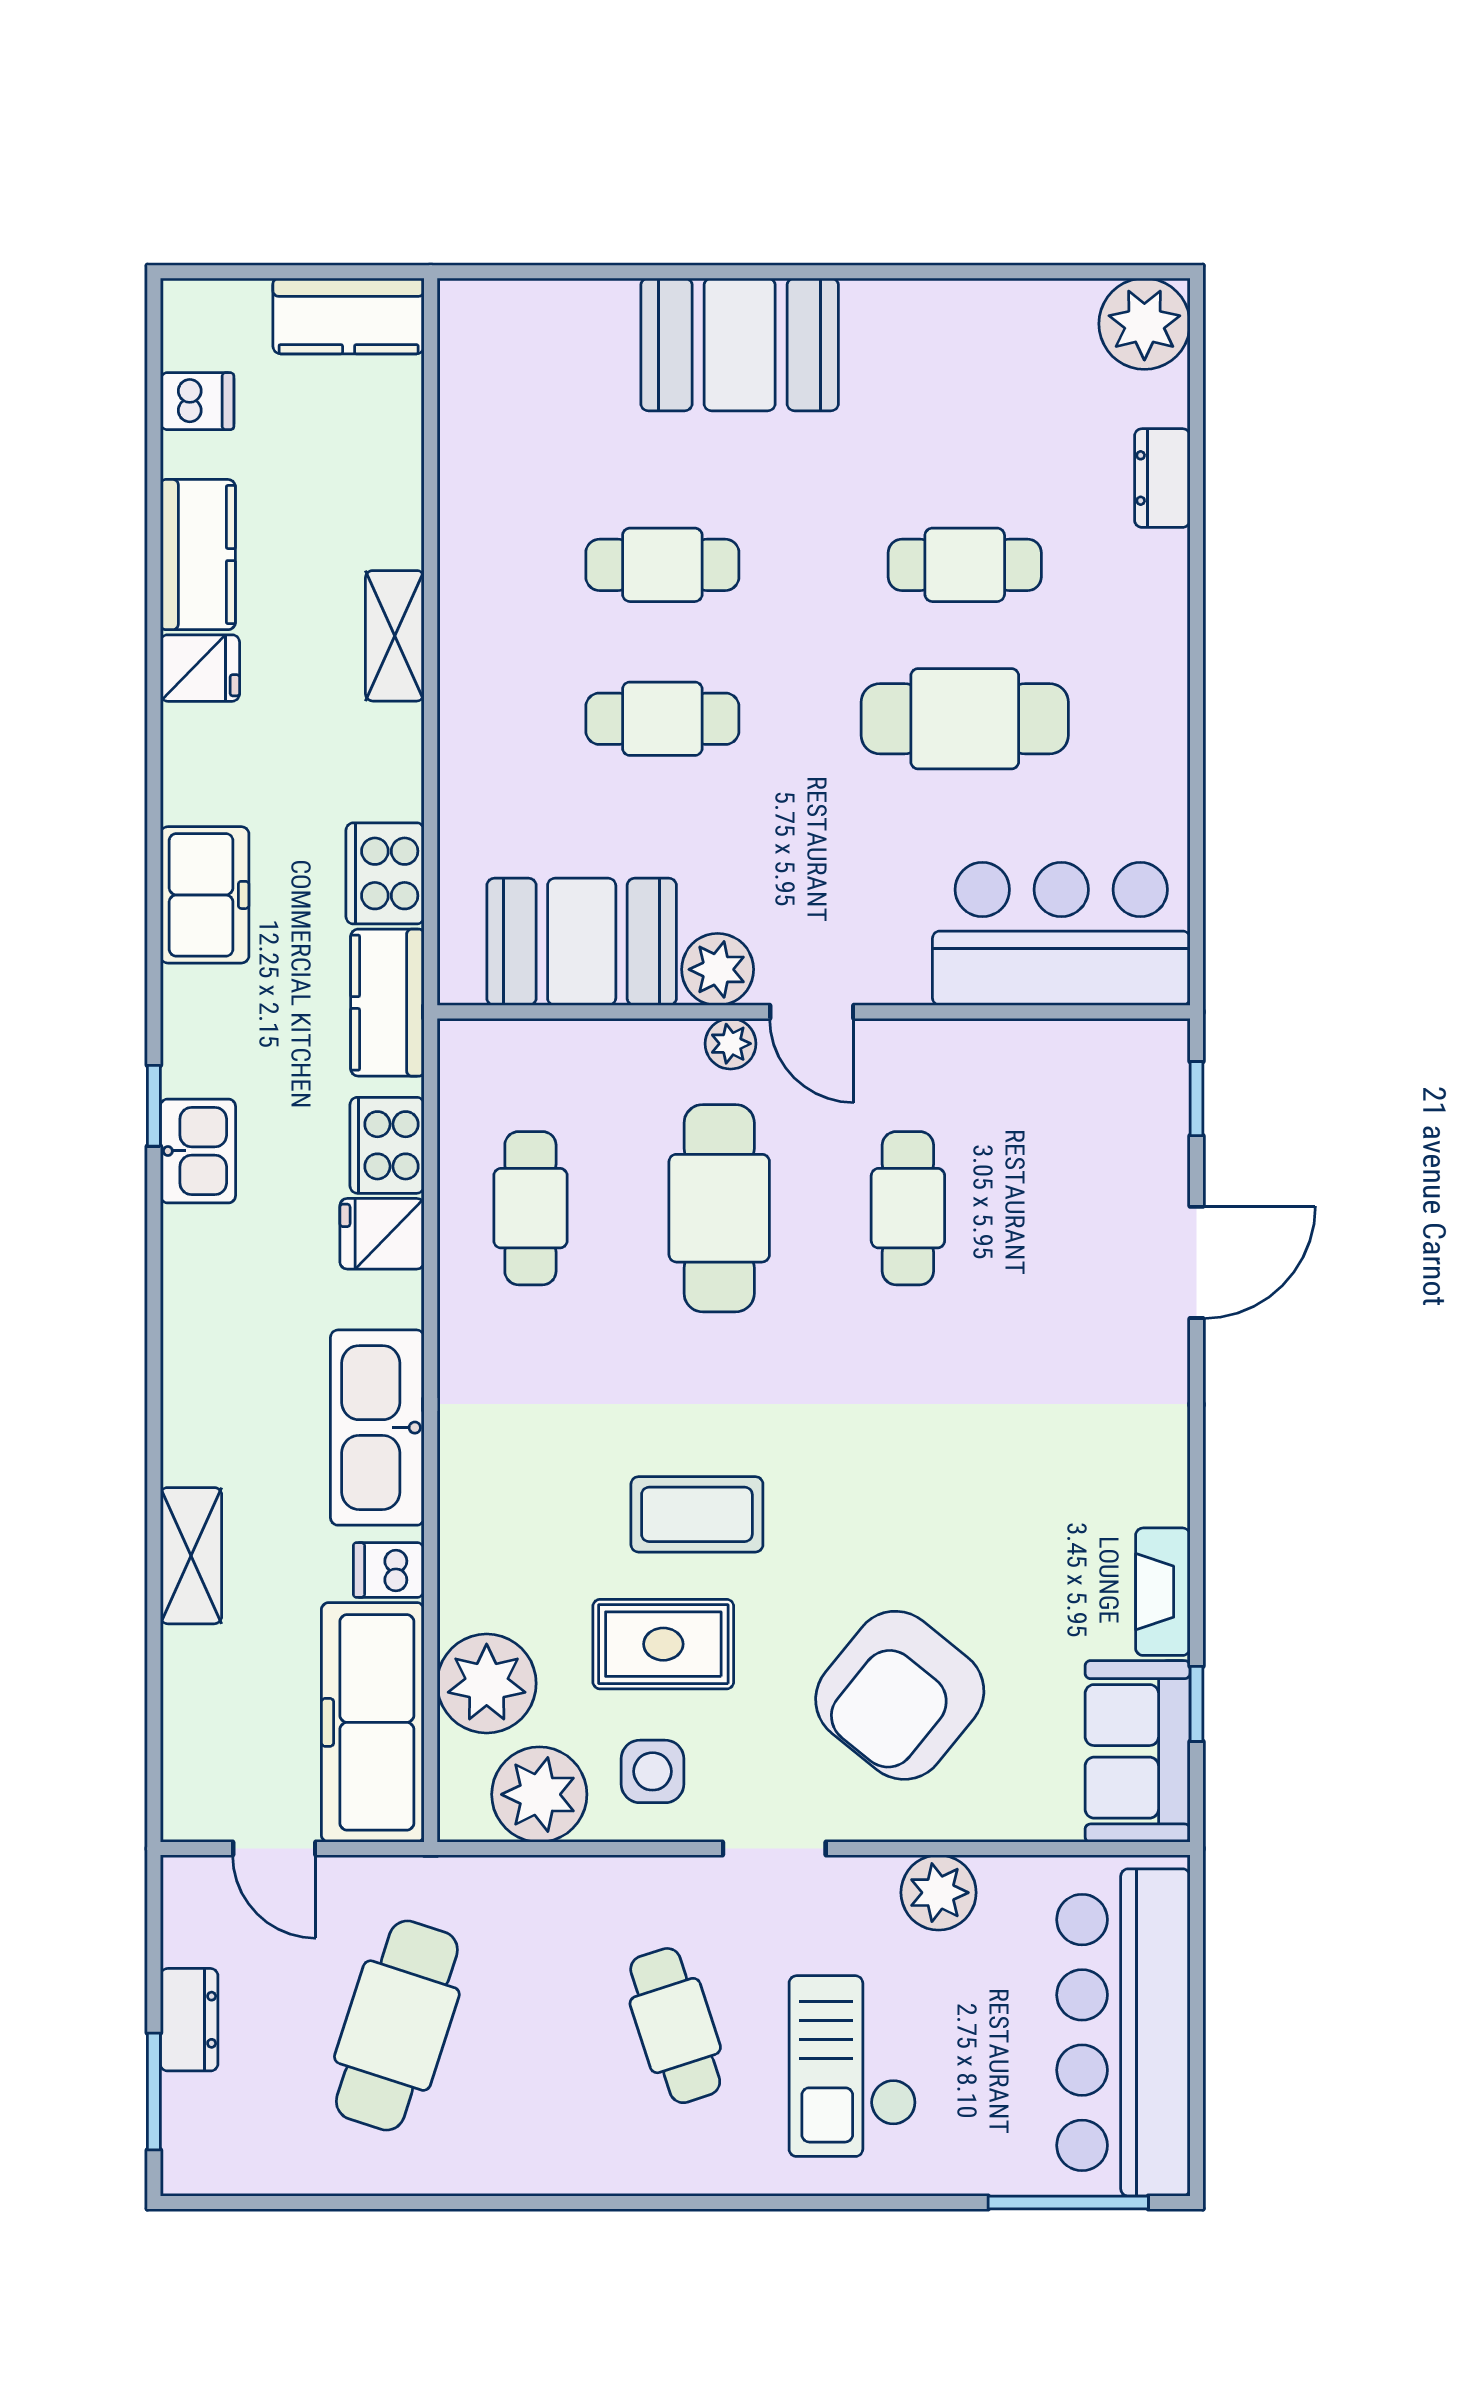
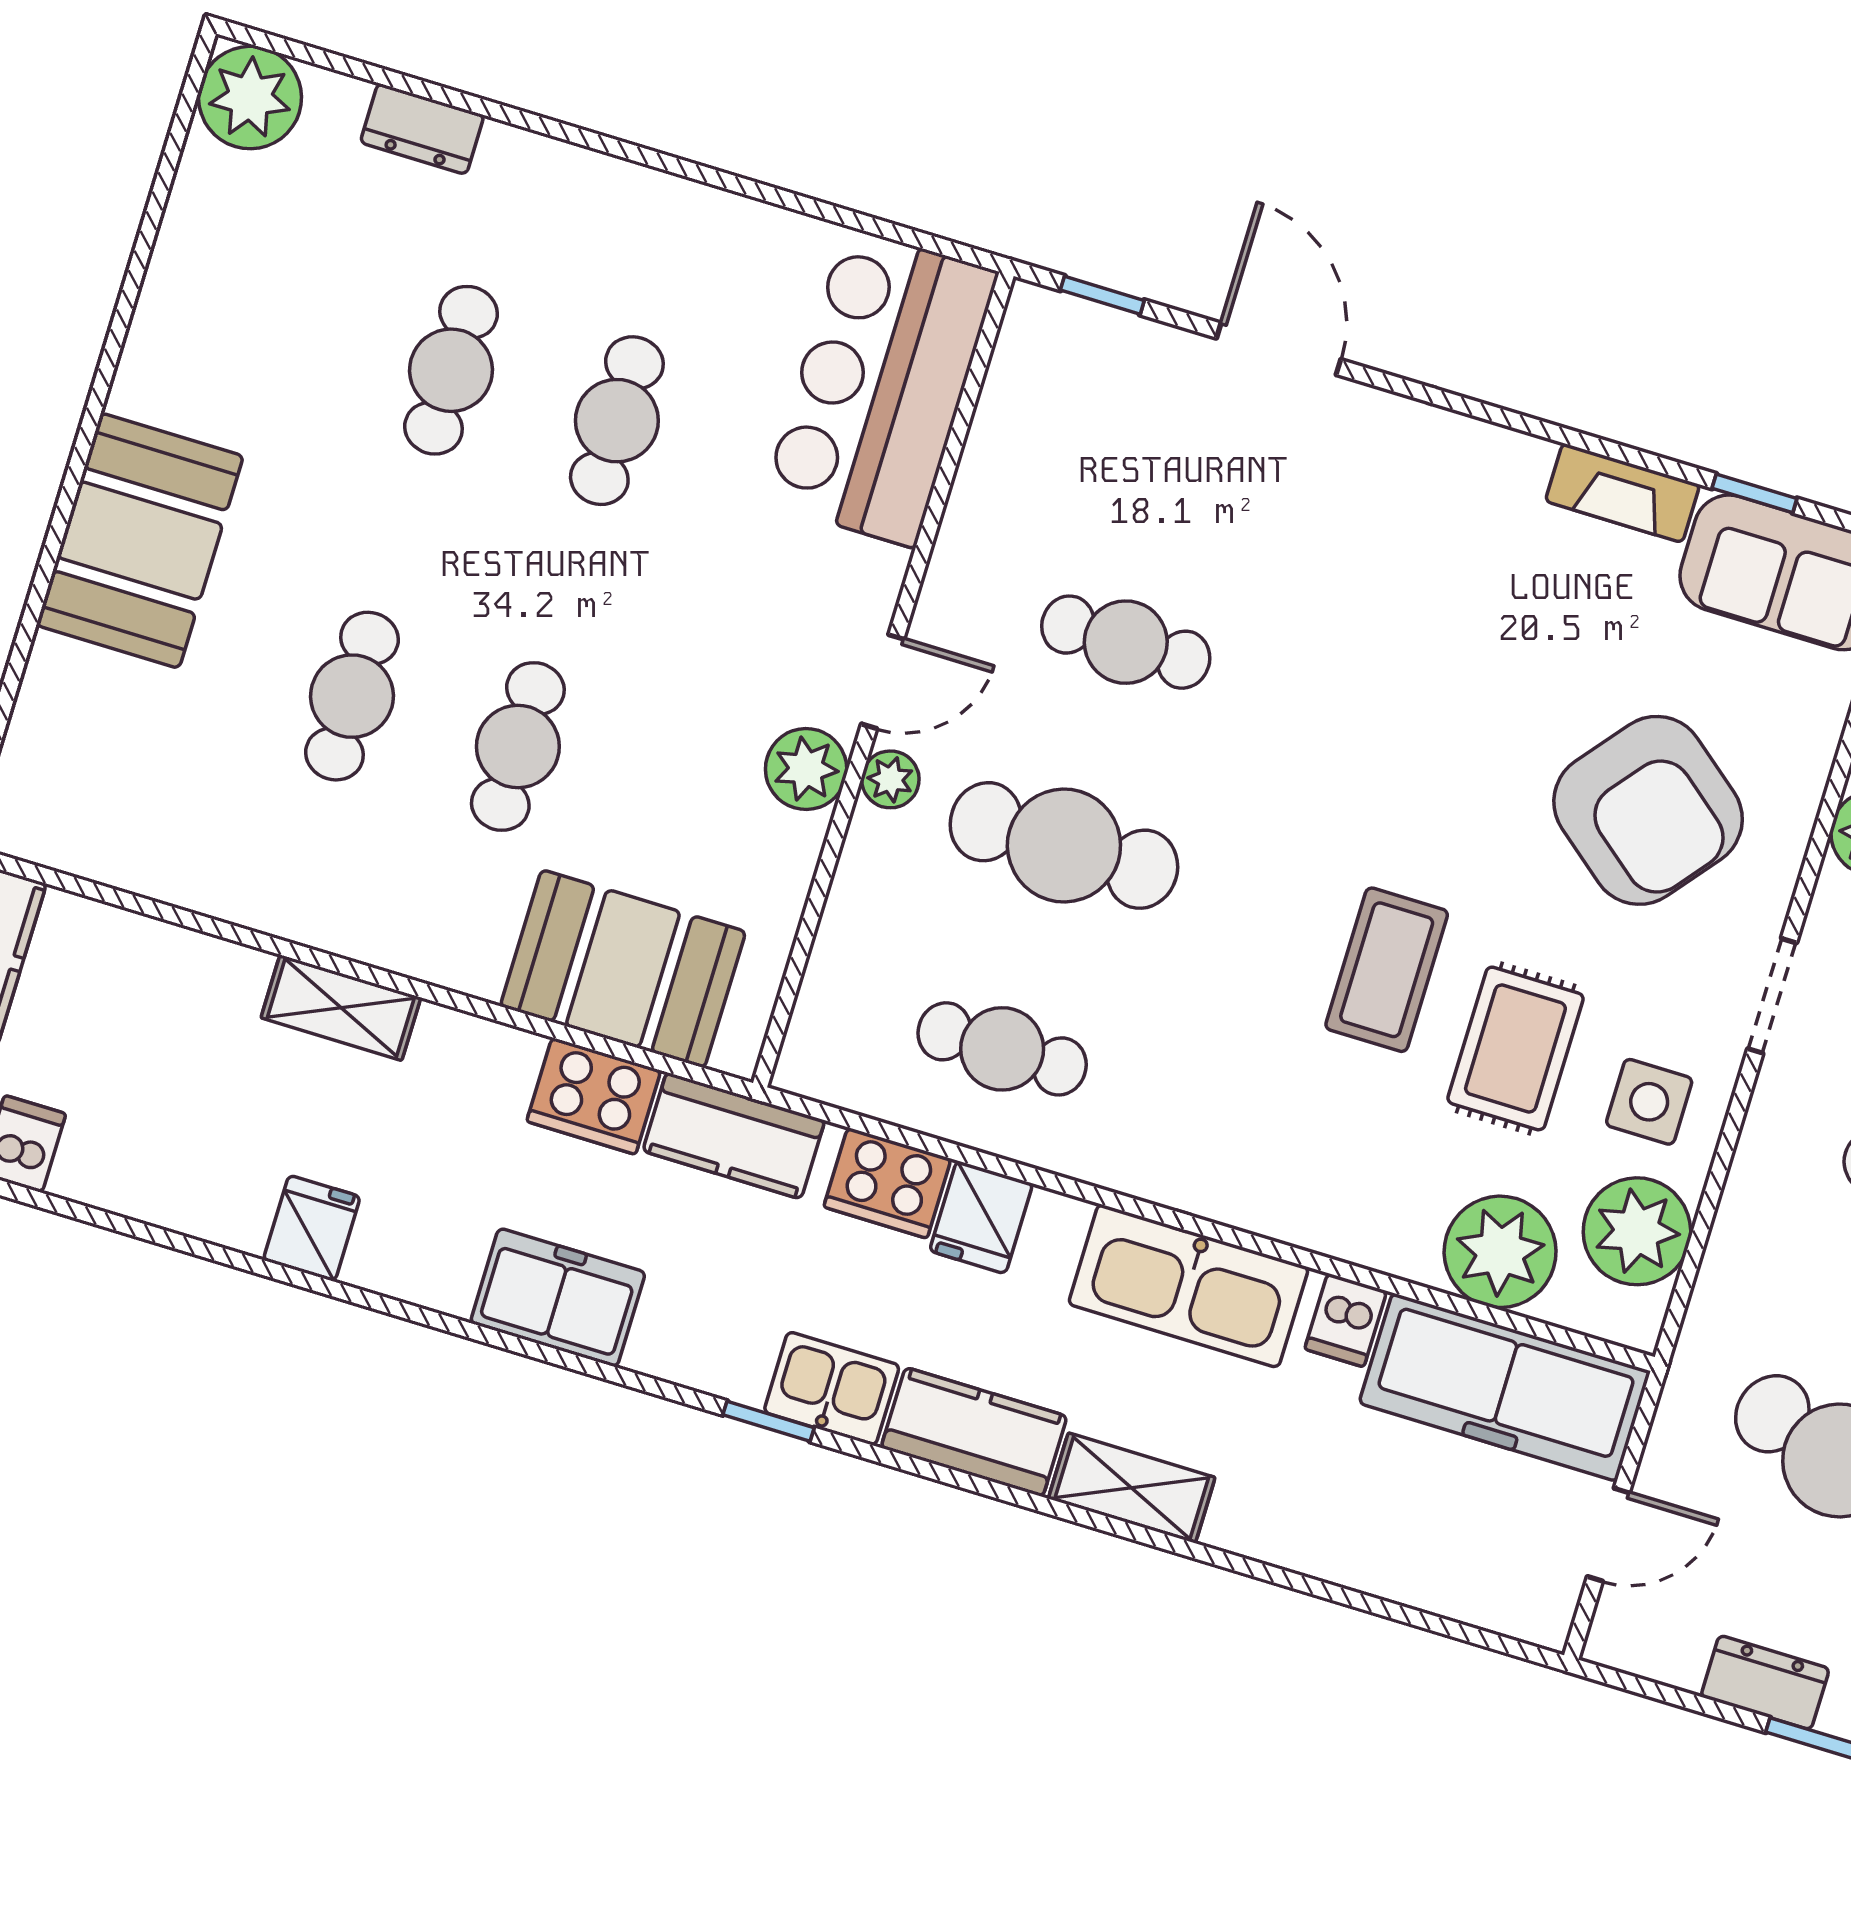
kitchen counter: (198, 555) -> (974, 1432), moved
cafe table: (965, 719) -> (617, 421), width x0.73, depth x0.74
booth: (582, 942) -> (623, 969), moved, turned 90
shelving: (191, 1556) -> (1132, 1488), moved

